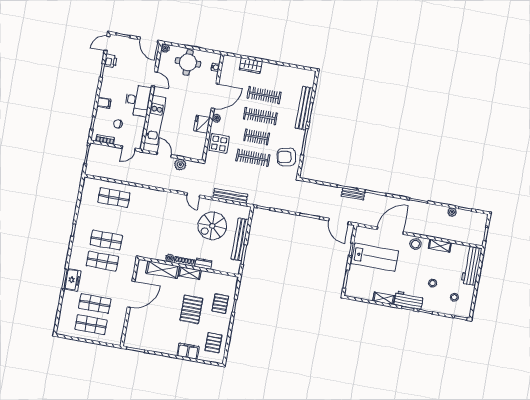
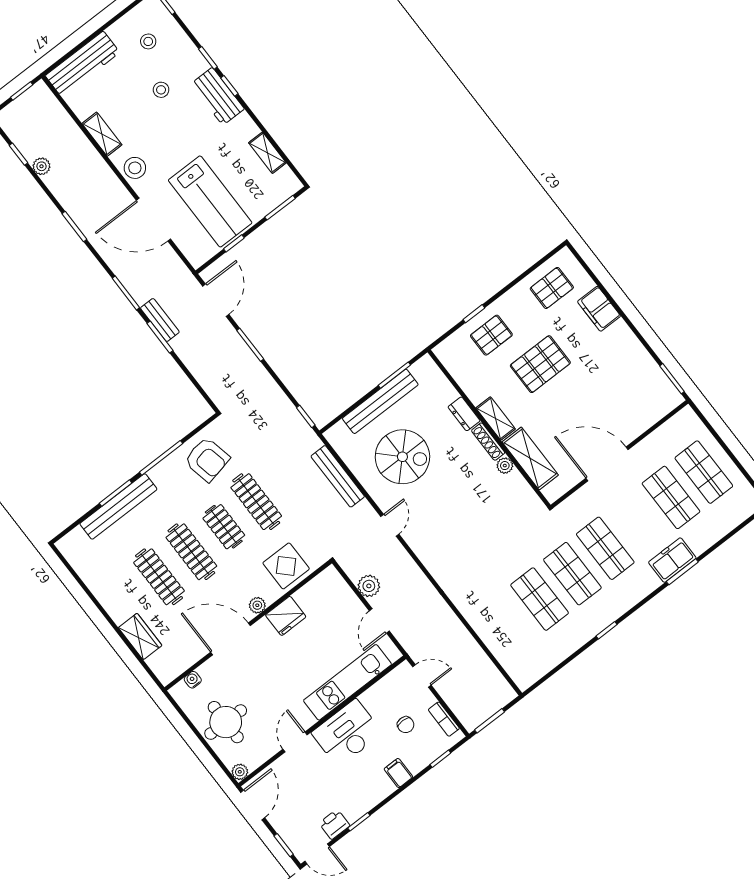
shop shelf: (114, 198) -> (540, 599), moved
lab bench: (375, 257) -> (210, 201), turned 180
shelving: (384, 298) -> (267, 153), moved

